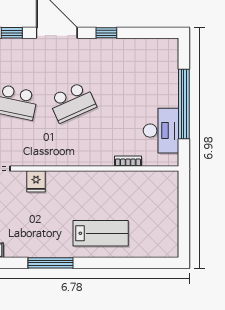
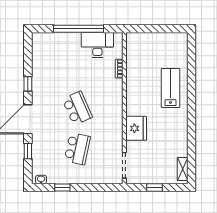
fridge: (36, 181) -> (136, 128), width x1.88, depth x1.34
window: (50, 263) -> (192, 124), removed

